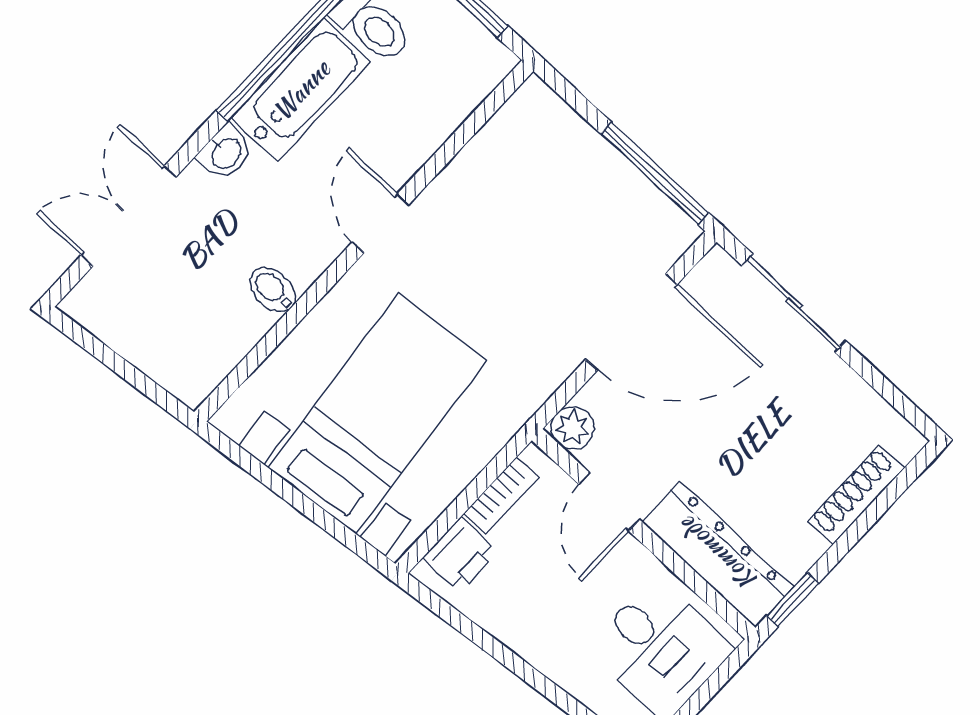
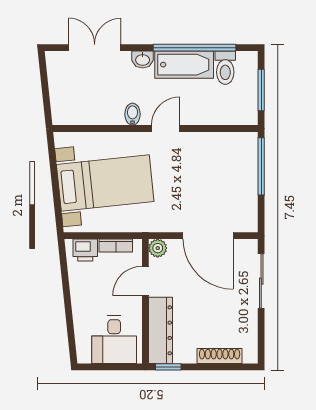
window: (655, 173) -> (261, 166), moved
bidet: (273, 290) -> (133, 114), moved

